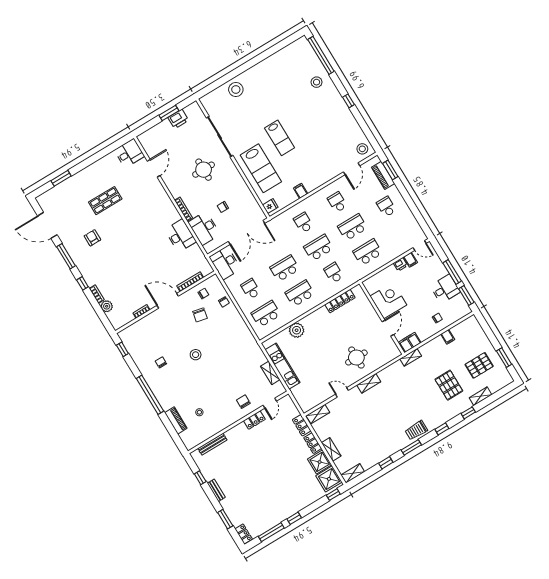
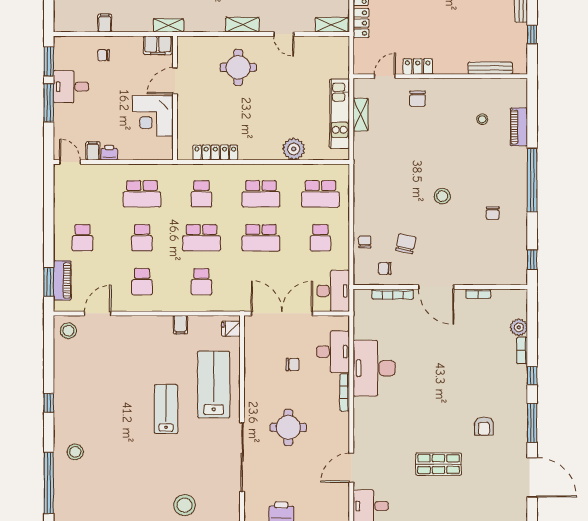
school desk: (352, 227) -> (142, 238), width x0.54
desk: (180, 236) -> (374, 368), width x1.36, depth x1.30

